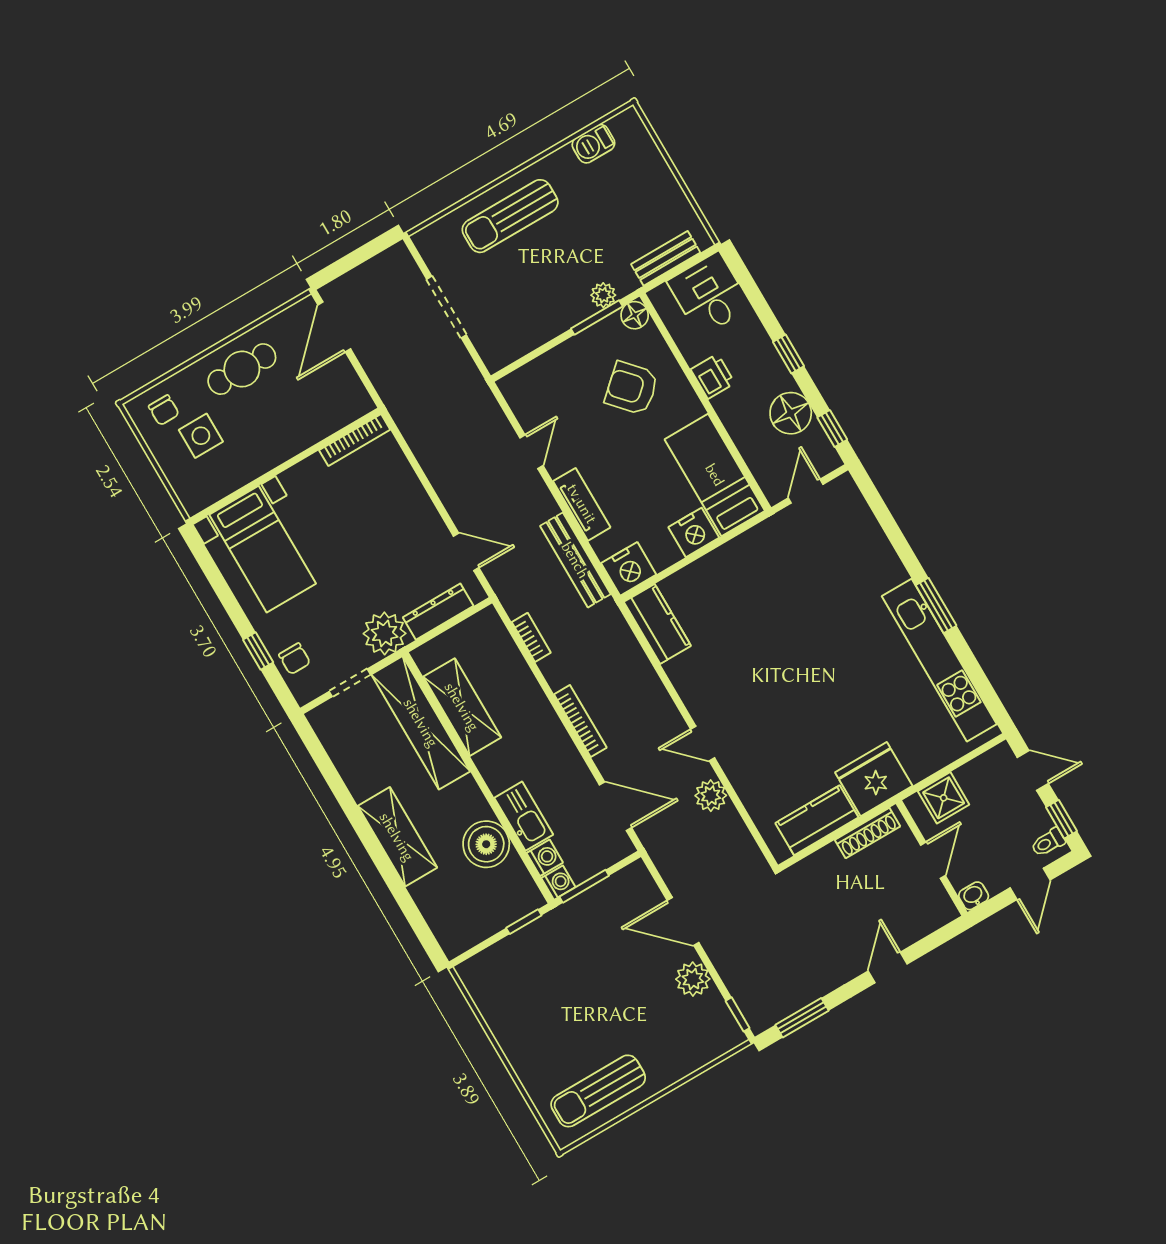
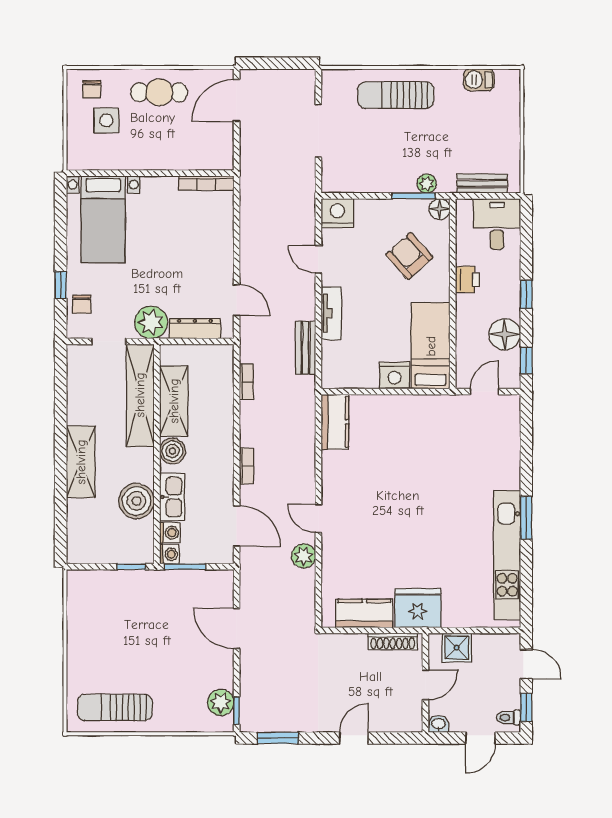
door: (531, 452) -> (318, 259), swing flipped
bench: (575, 560) -> (306, 348), width x0.73
nightstand: (629, 569) -> (337, 213), moved, turned 180
bookcase: (580, 721) -> (246, 466), width x0.64
boiler: (494, 764) -> (172, 451), added
plant: (693, 979) -> (221, 703), moved

